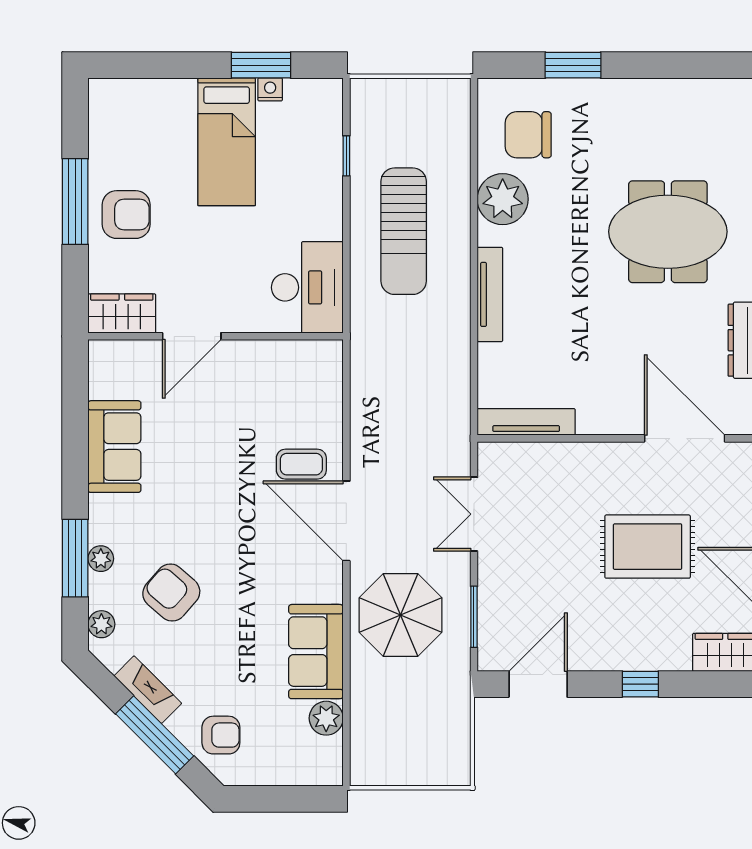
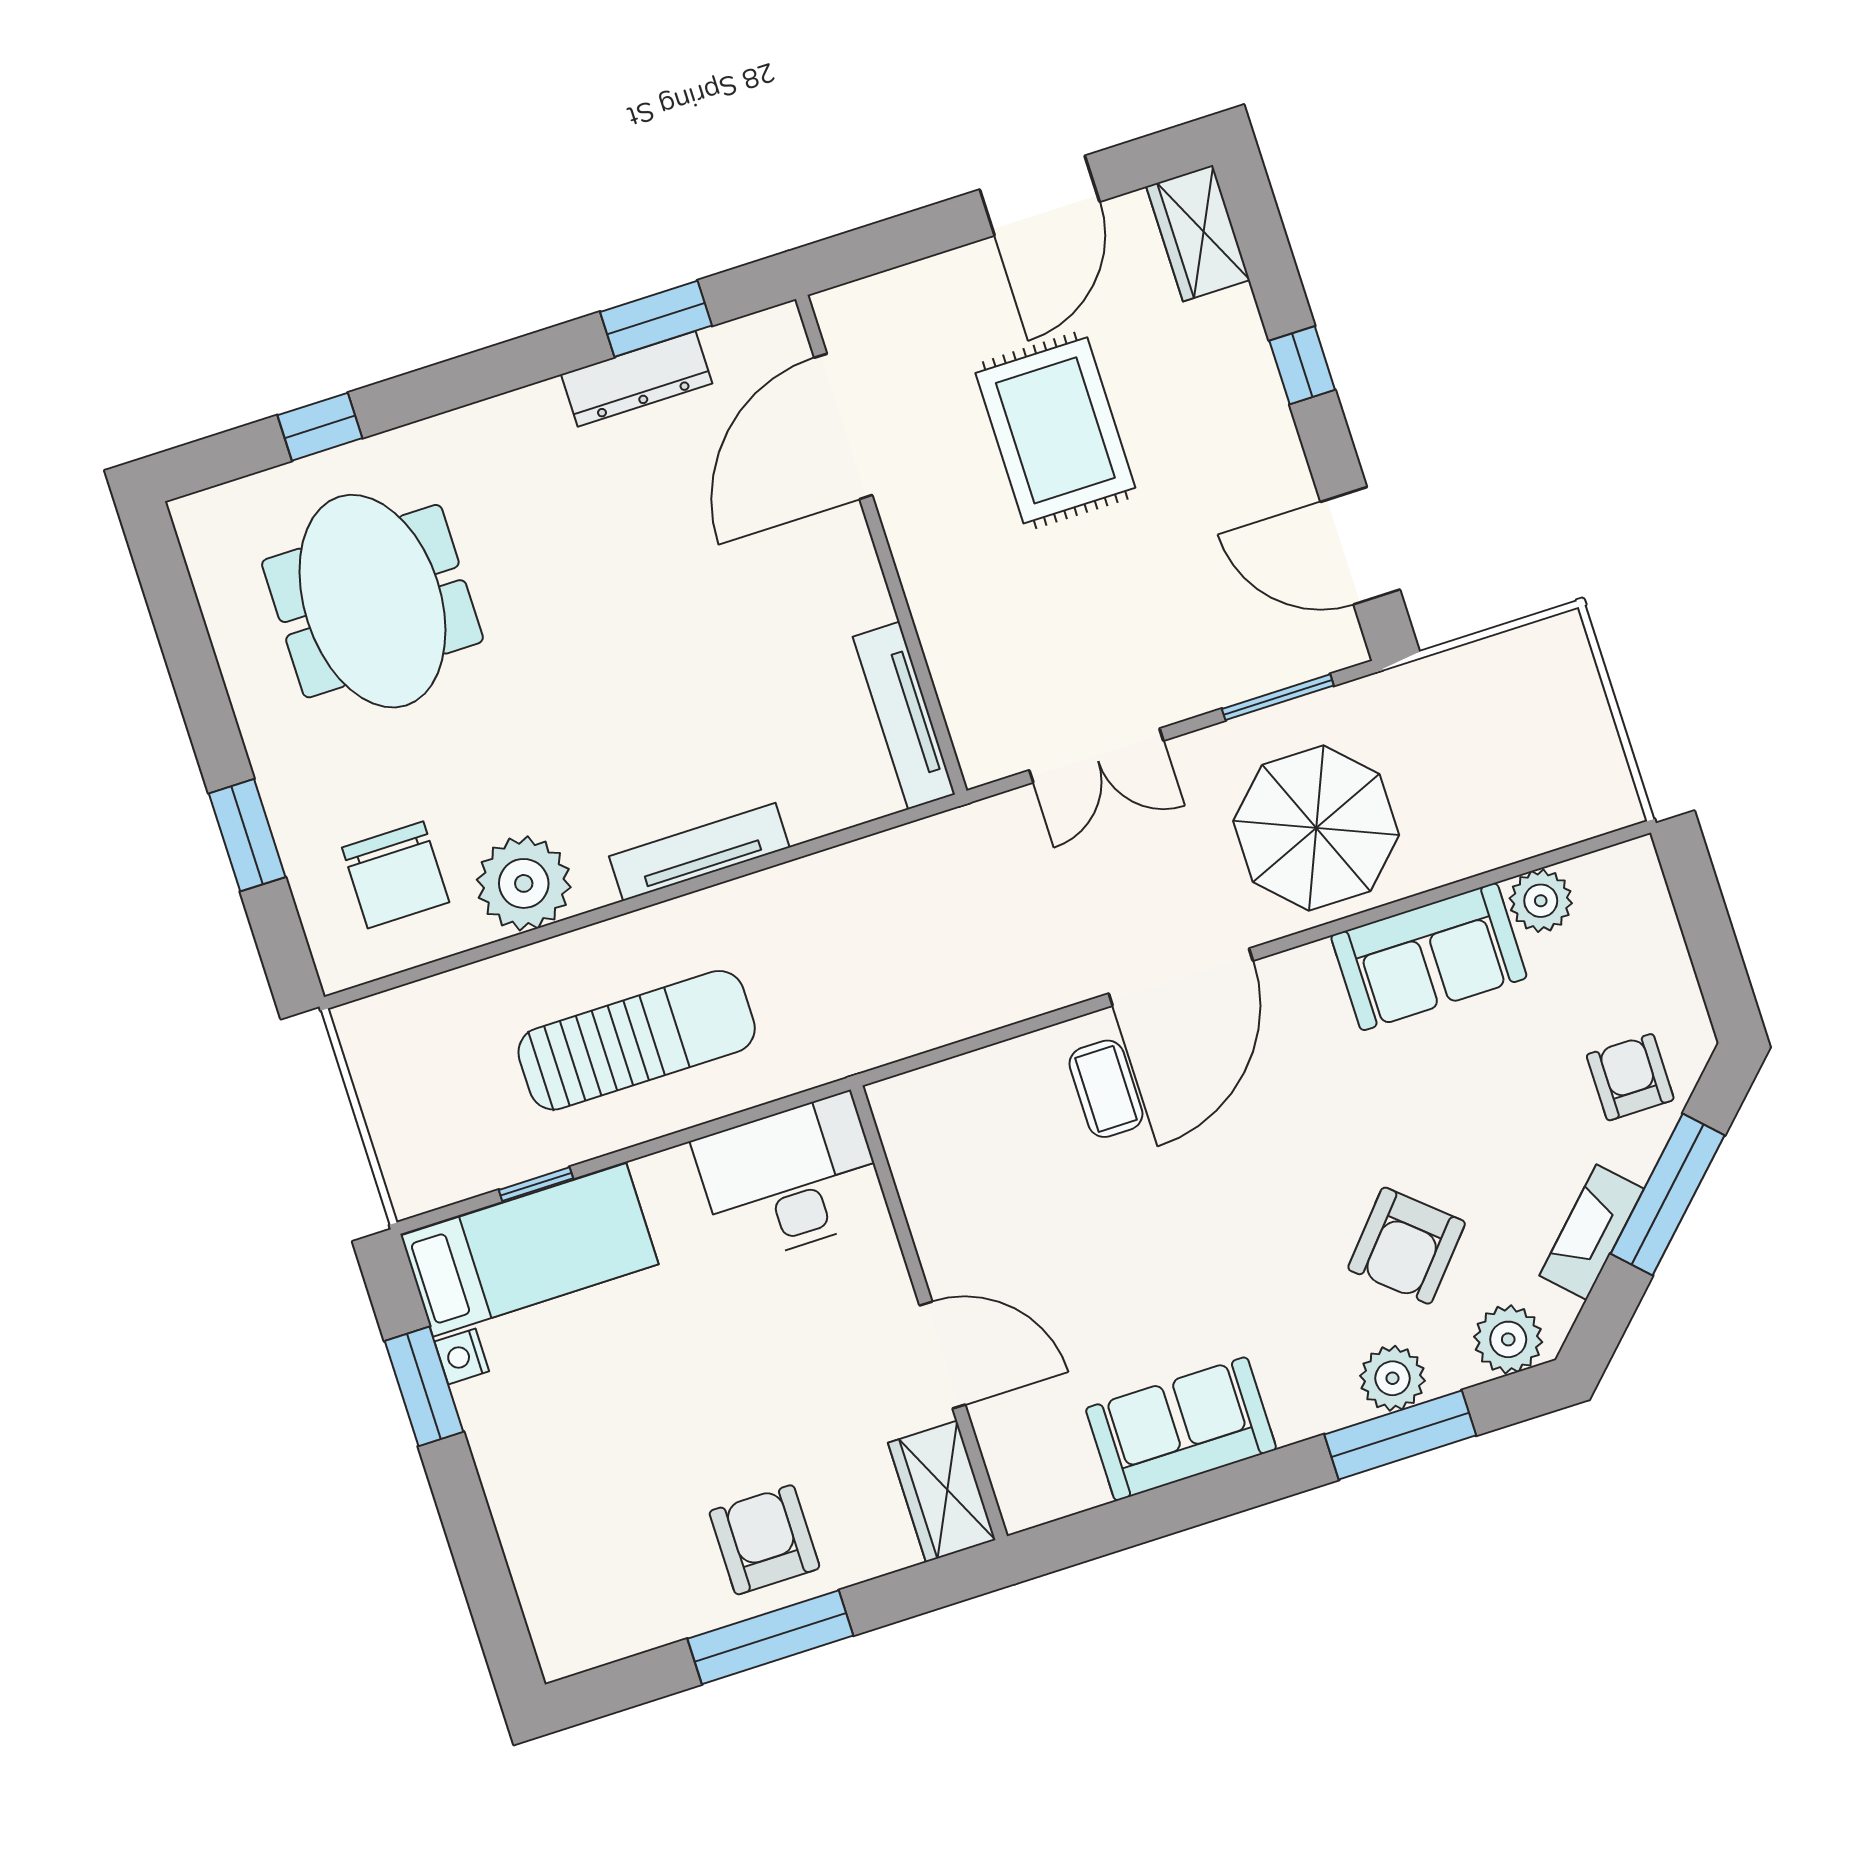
bed: (227, 142) -> (530, 1250), moved
meeting table: (668, 232) -> (372, 601), moved
plant: (101, 559) -> (1392, 1378), width x1.38, depth x1.38
plant: (101, 624) -> (1508, 1339), width x1.38, depth x1.38

